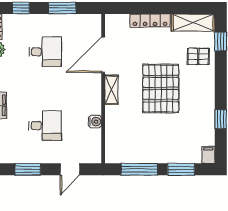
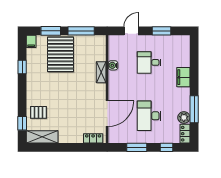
locker: (150, 21) -> (93, 138), moved, width x0.66
desk: (45, 52) -> (149, 116), width x1.37
pallet: (161, 88) -> (61, 54), moved
shelving: (112, 90) -> (101, 72), moved

